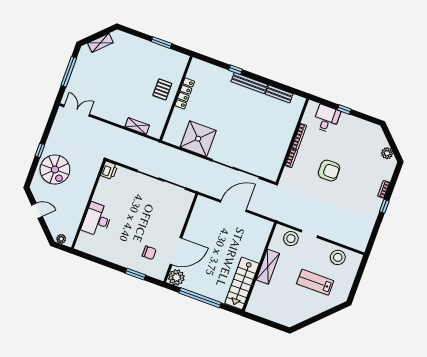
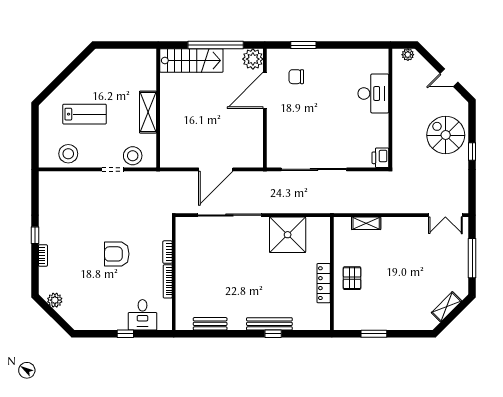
bench: (249, 83) -> (269, 324), moved
stairs: (242, 283) -> (191, 60), moved, turned 90

